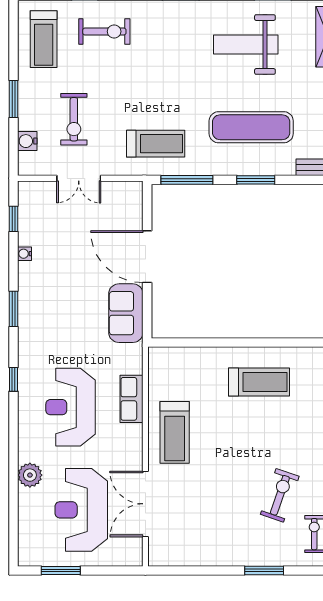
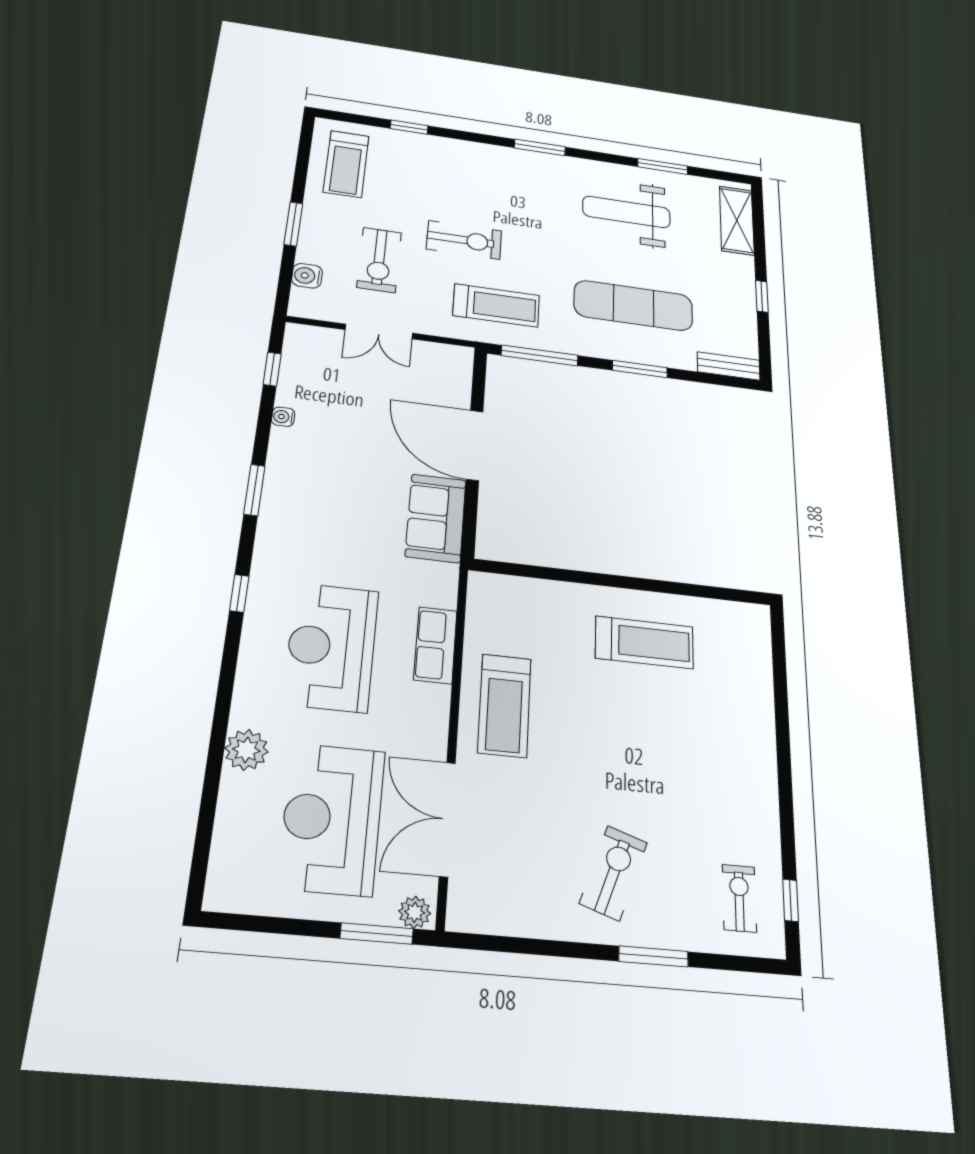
exercise bike: (104, 31) -> (464, 240), moved
exercise bike: (280, 495) -> (613, 873), moved
plant: (131, 557) -> (415, 912), added
window: (61, 571) -> (377, 934), moved

